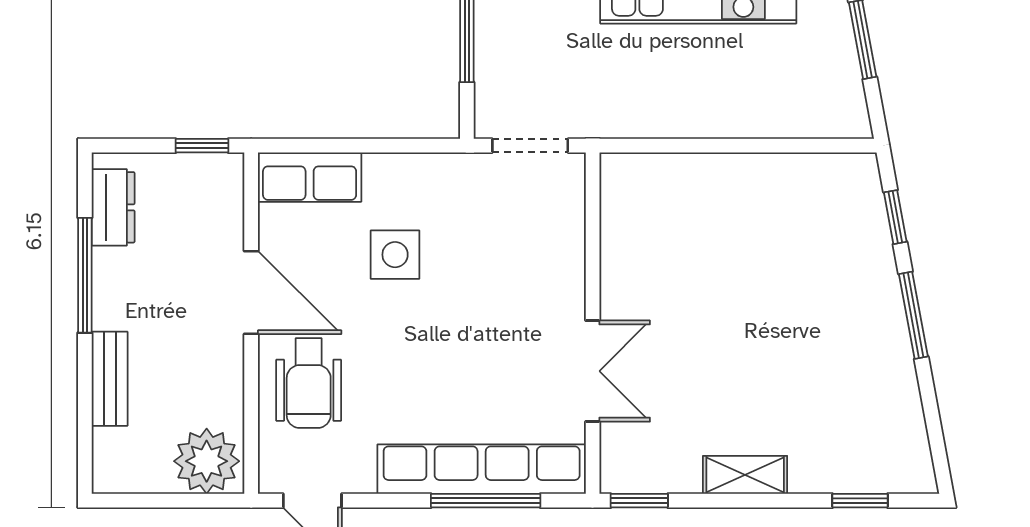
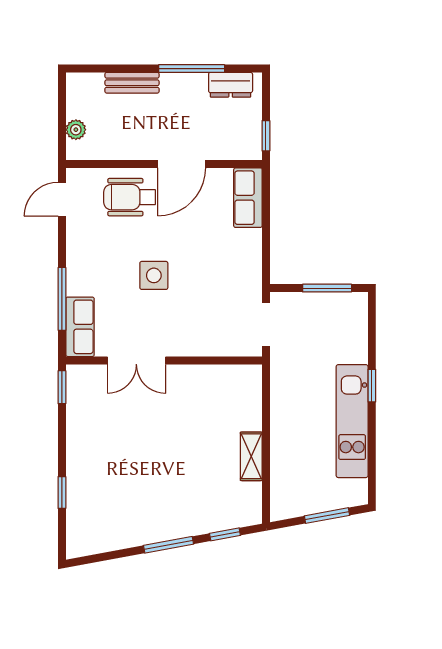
side table: (395, 255) -> (154, 275), moved
plant: (207, 461) -> (76, 130), width x0.53, depth x0.53
row of seats: (482, 469) -> (80, 327), width x0.50
shelving: (745, 475) -> (251, 456), moved
window: (860, 501) -> (62, 492), moved

